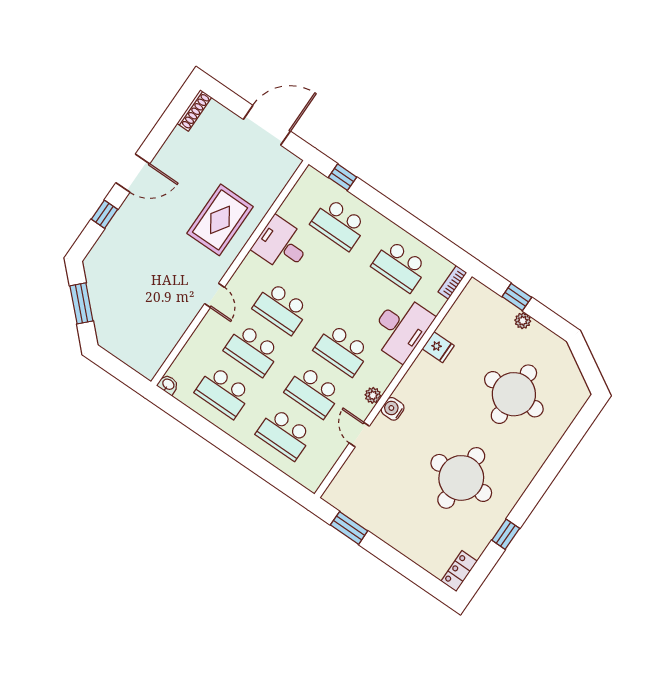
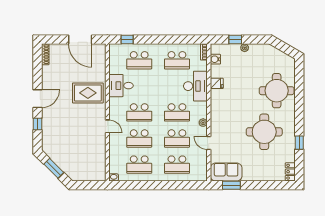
door: (267, 125) -> (80, 40), swing flipped
rug: (220, 220) -> (88, 93), turned 90
round table: (514, 394) -> (277, 91), moved
water cooler: (393, 409) -> (215, 59), moved
sofa: (355, 501) -> (226, 172), added

